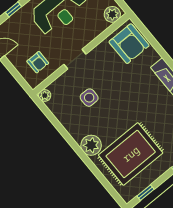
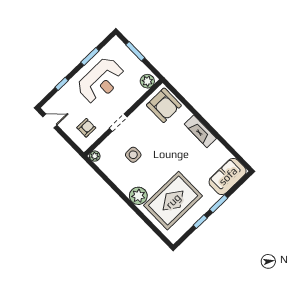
armchair: (38, 62) -> (86, 128), turned -90
window: (145, 193) -> (200, 222), moved

